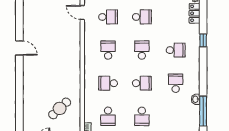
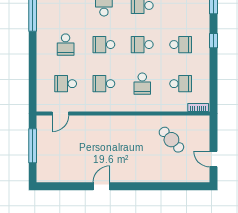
school desk: (108, 17) -> (66, 84), turned -90
school desk: (142, 17) -> (66, 45), turned 180
school desk: (142, 83) -> (142, 45), turned -90

